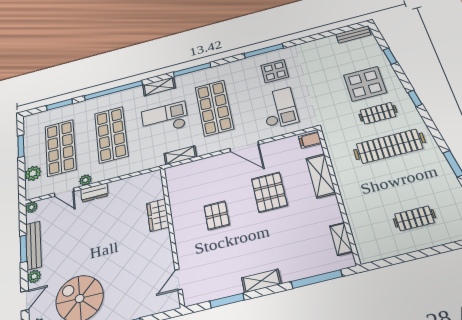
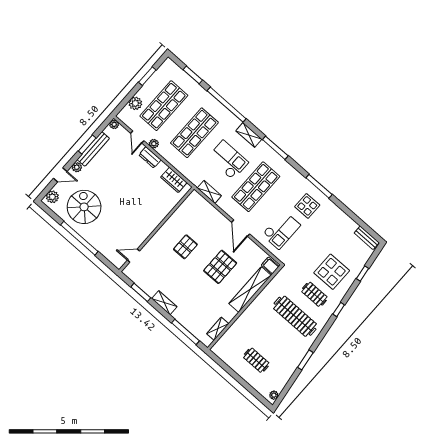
shelving: (321, 176) -> (250, 290), width x1.47
wardrobe: (158, 215) -> (174, 180), moved, turned -90

